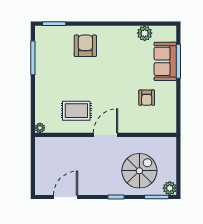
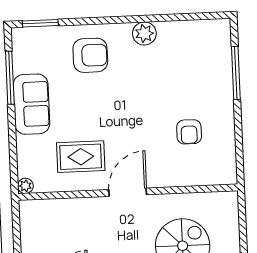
plant: (145, 33) -> (144, 33), moved
armchair: (85, 46) -> (90, 55), turned 90
sofa: (165, 61) -> (31, 104), moved, turned 180

